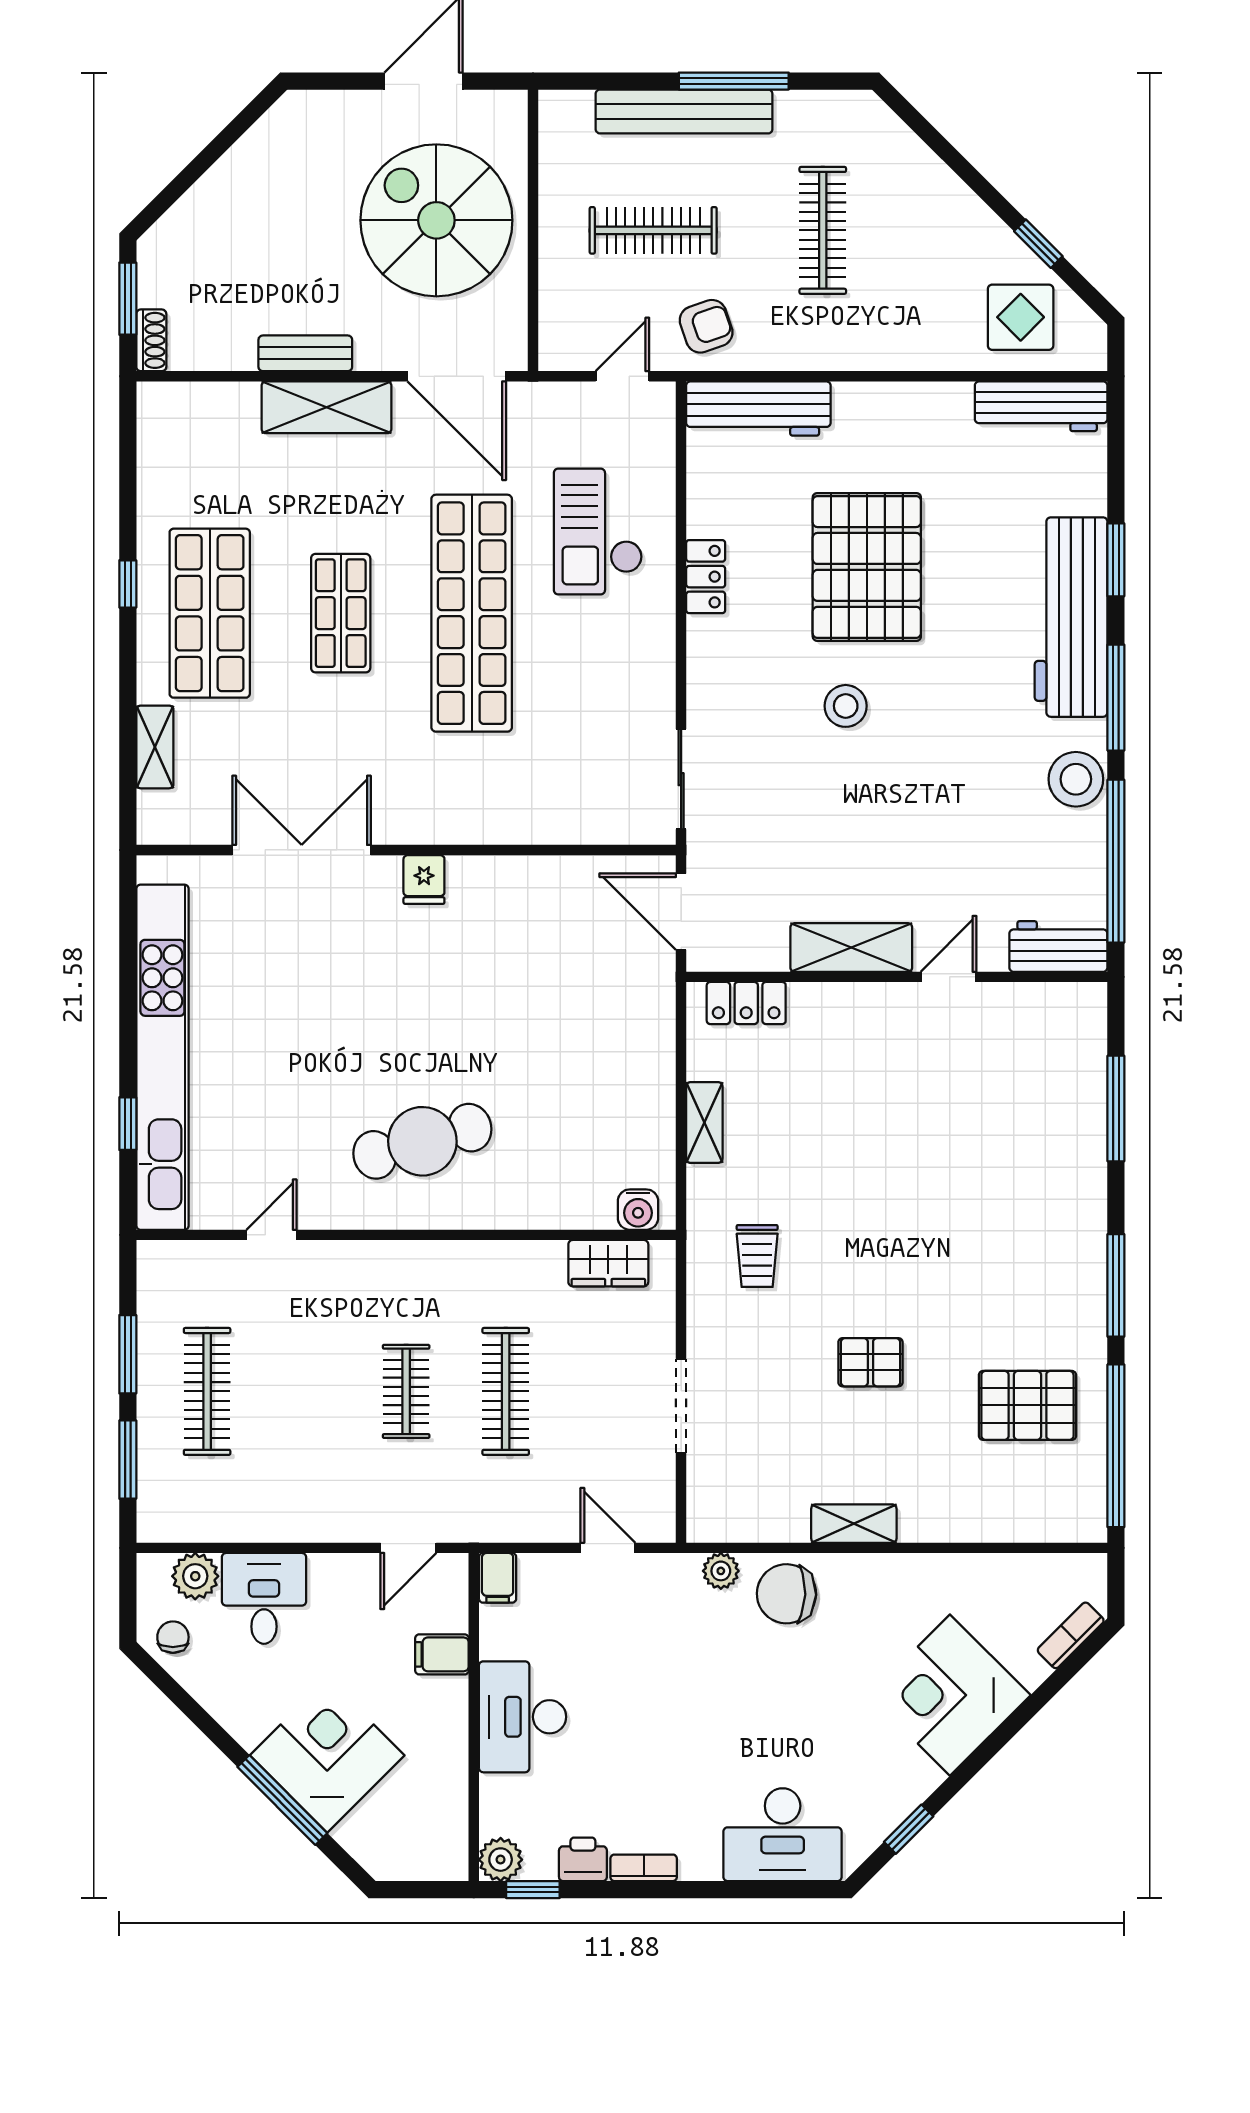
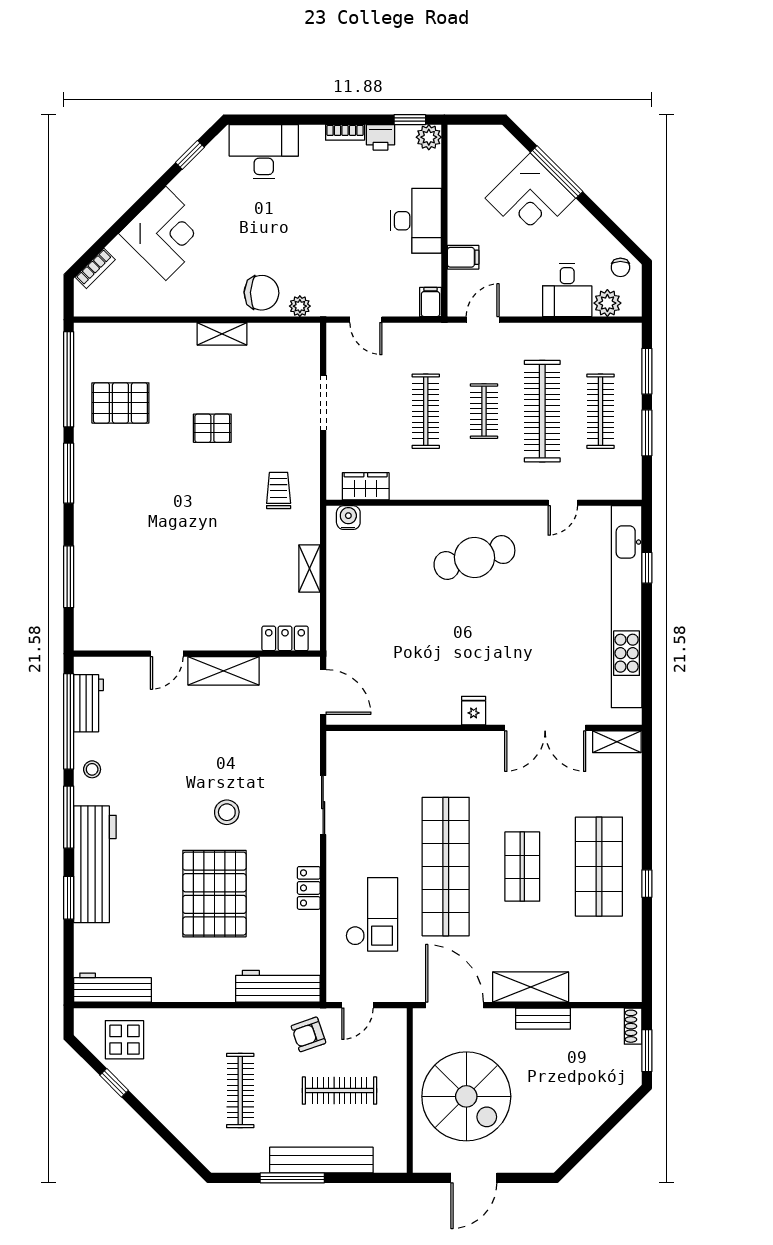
shelving: (155, 747) -> (617, 742), moved, turned 90
sliding door: (681, 779) -> (323, 805), moved
stool: (1076, 779) -> (92, 769), width x0.53, depth x0.53
workbench: (1058, 947) -> (88, 703), moved, turned -90
clothes rail: (307, 1391) -> (542, 411), added

